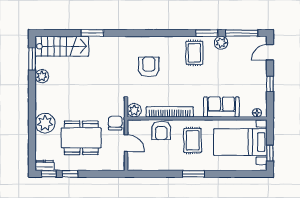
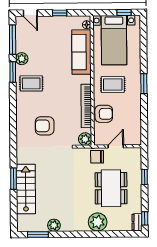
stairs: (62, 46) -> (26, 189), moved
sofa: (221, 107) -> (81, 52), width x1.36
window: (70, 174) -> (144, 177), moved

